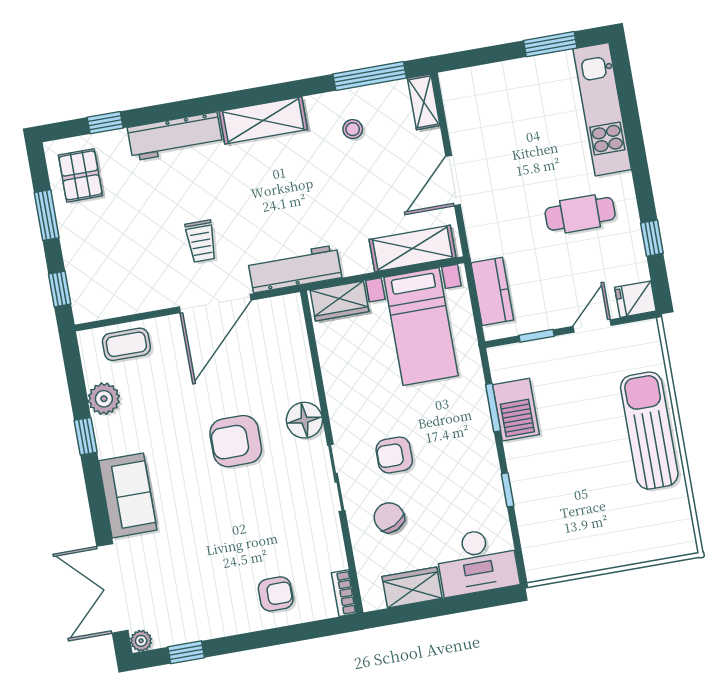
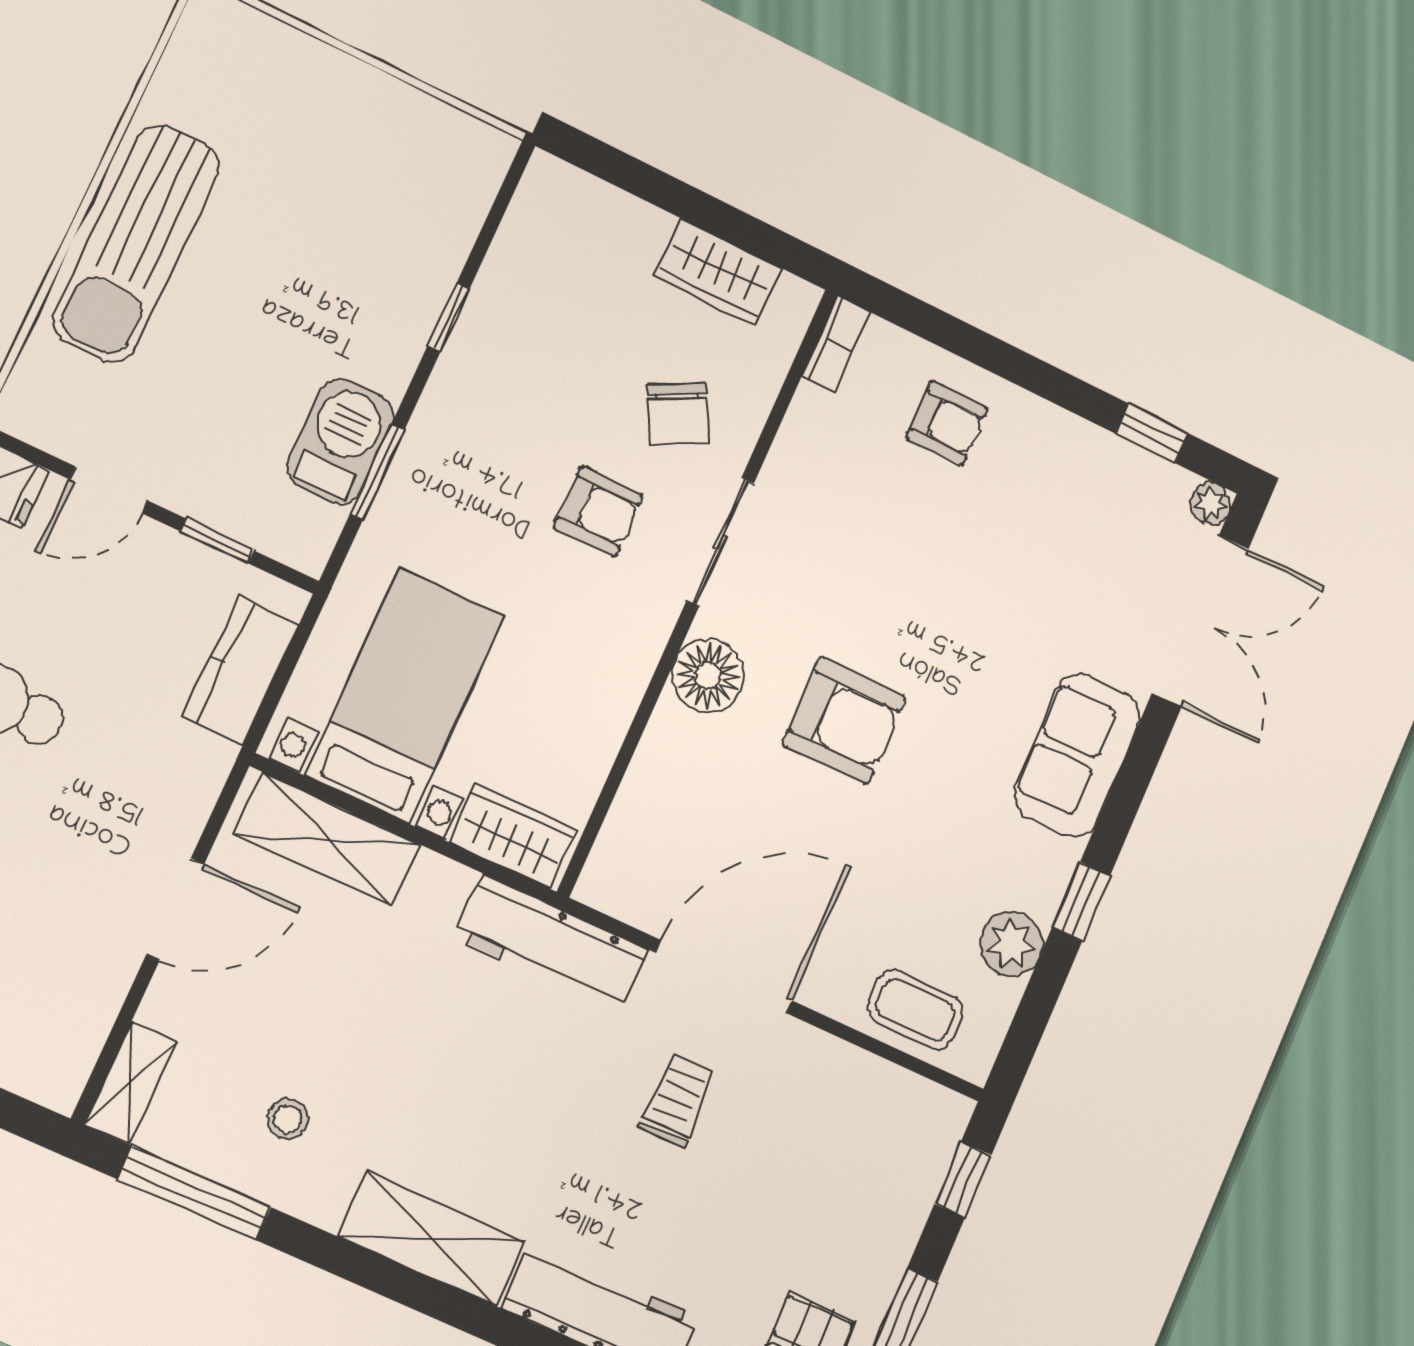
desk: (477, 562) -> (582, 236), removed
armchair: (276, 594) -> (947, 423), turned 180

